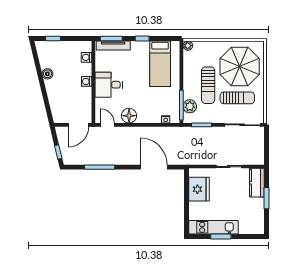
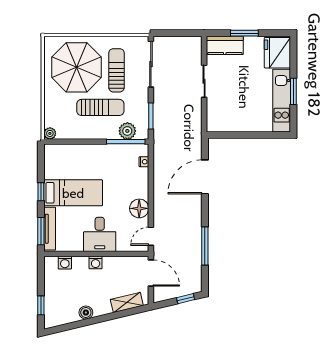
bed: (160, 64) -> (73, 193), moved
shelving: (55, 106) -> (127, 302), added
fridge: (199, 189) -> (277, 53), moved, turned -90

